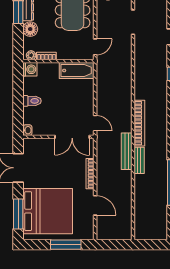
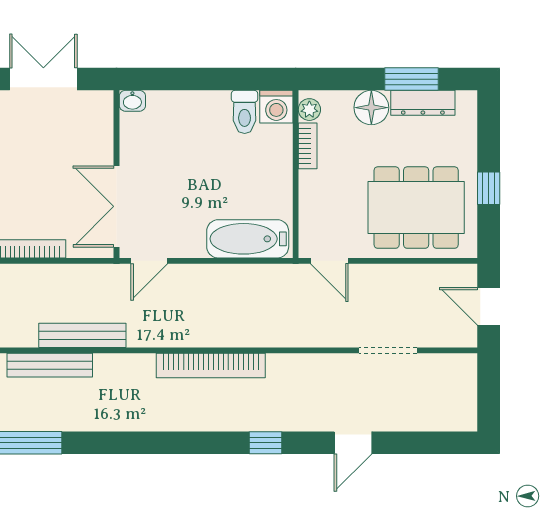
bathtub: (77, 70) -> (248, 239), moved, turned 90
toilet: (32, 101) -> (245, 112), moved
bookcase: (139, 123) -> (211, 366), moved
bench: (139, 160) -> (50, 365), width x1.36

